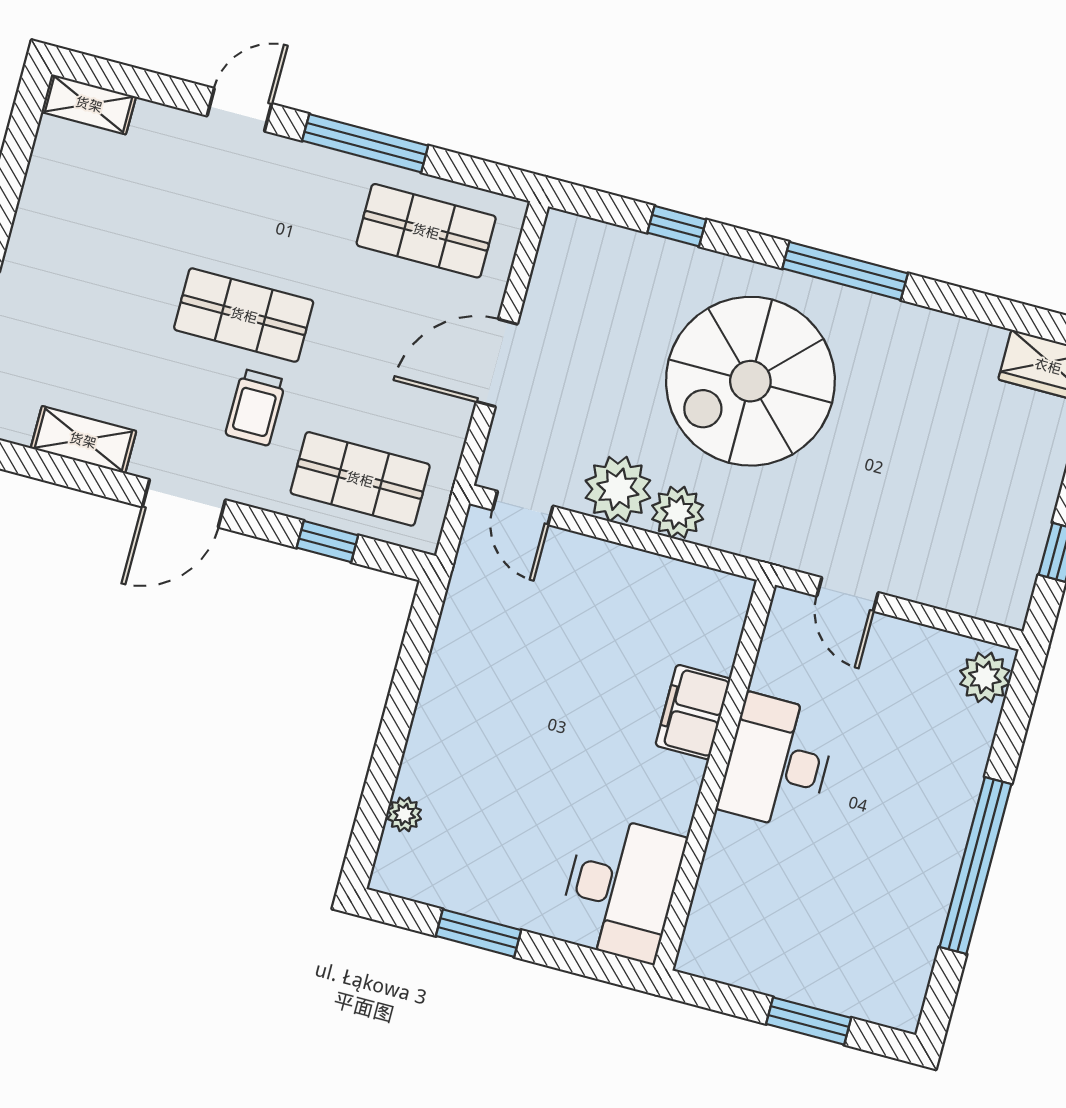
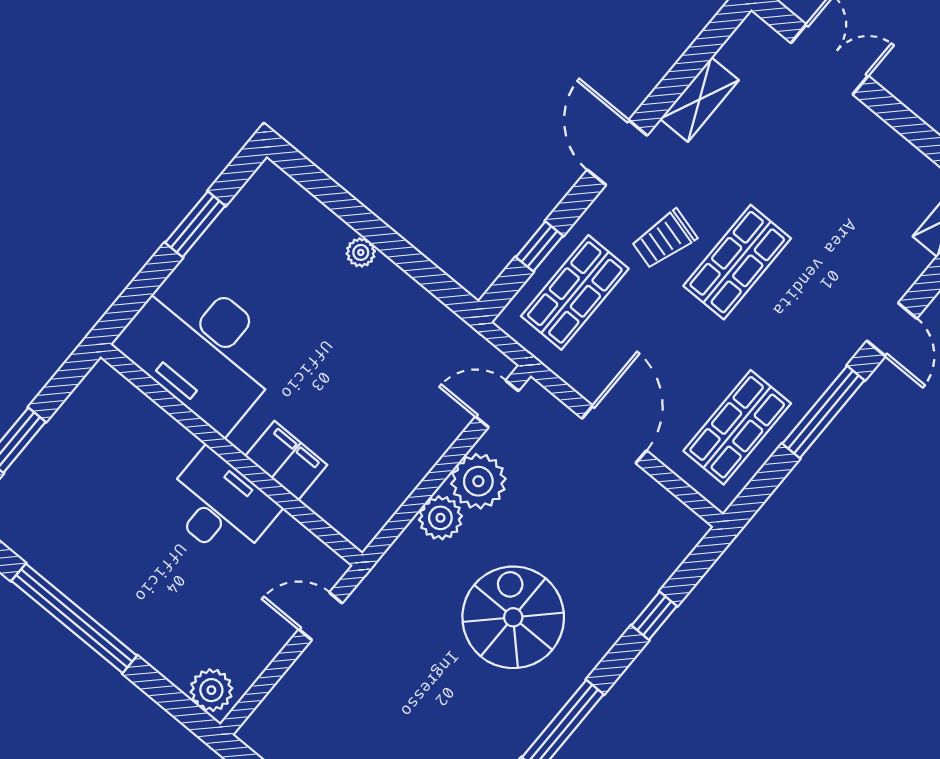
spiral stairs: (750, 381) -> (513, 617), width x0.73, depth x0.73
trolley: (256, 407) -> (664, 239), turned -75
plant: (404, 814) -> (361, 252), moved
desk: (621, 888) -> (203, 349), width x1.36, depth x1.30

